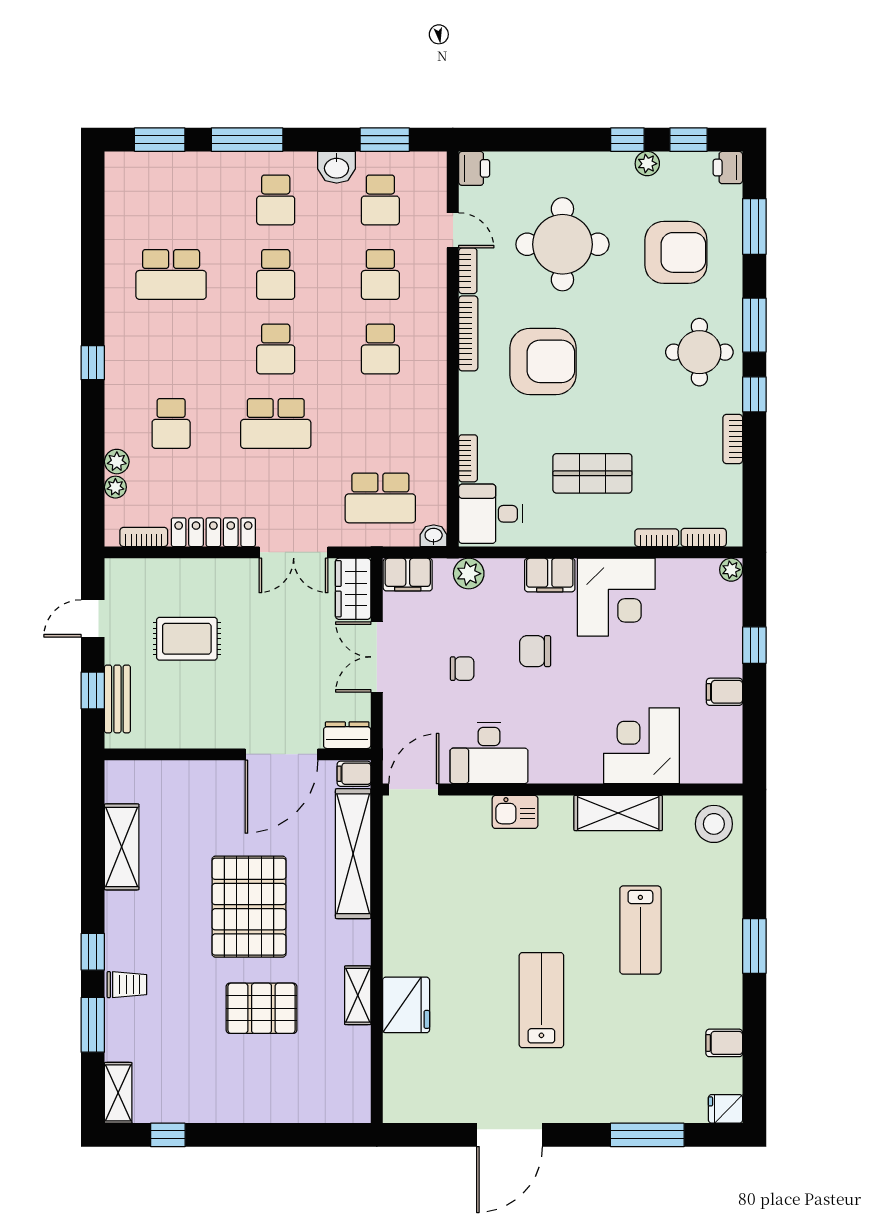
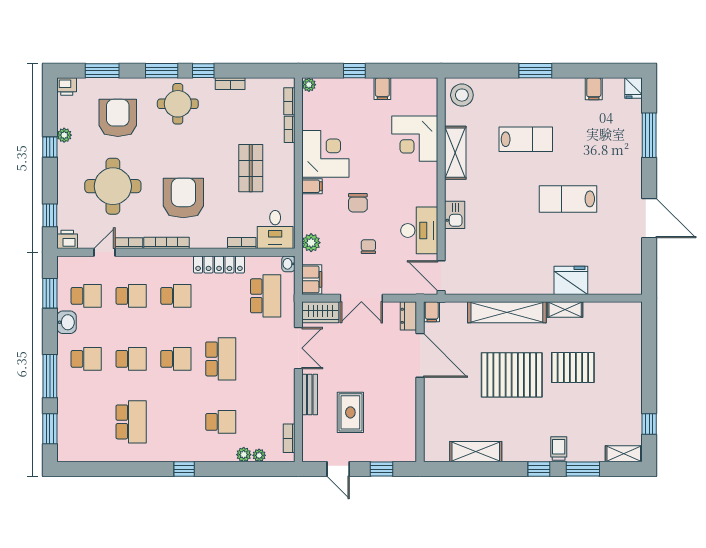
window: (688, 140) -> (50, 215), moved
locker: (213, 532) -> (219, 264), moved, turned -90
filing cabinet: (550, 575) -> (312, 186), width x0.50
bench: (117, 699) -> (310, 395), moved, turned 90
shelving: (353, 854) -> (507, 312), moved
pallet: (261, 1008) -> (573, 367), turned 90

